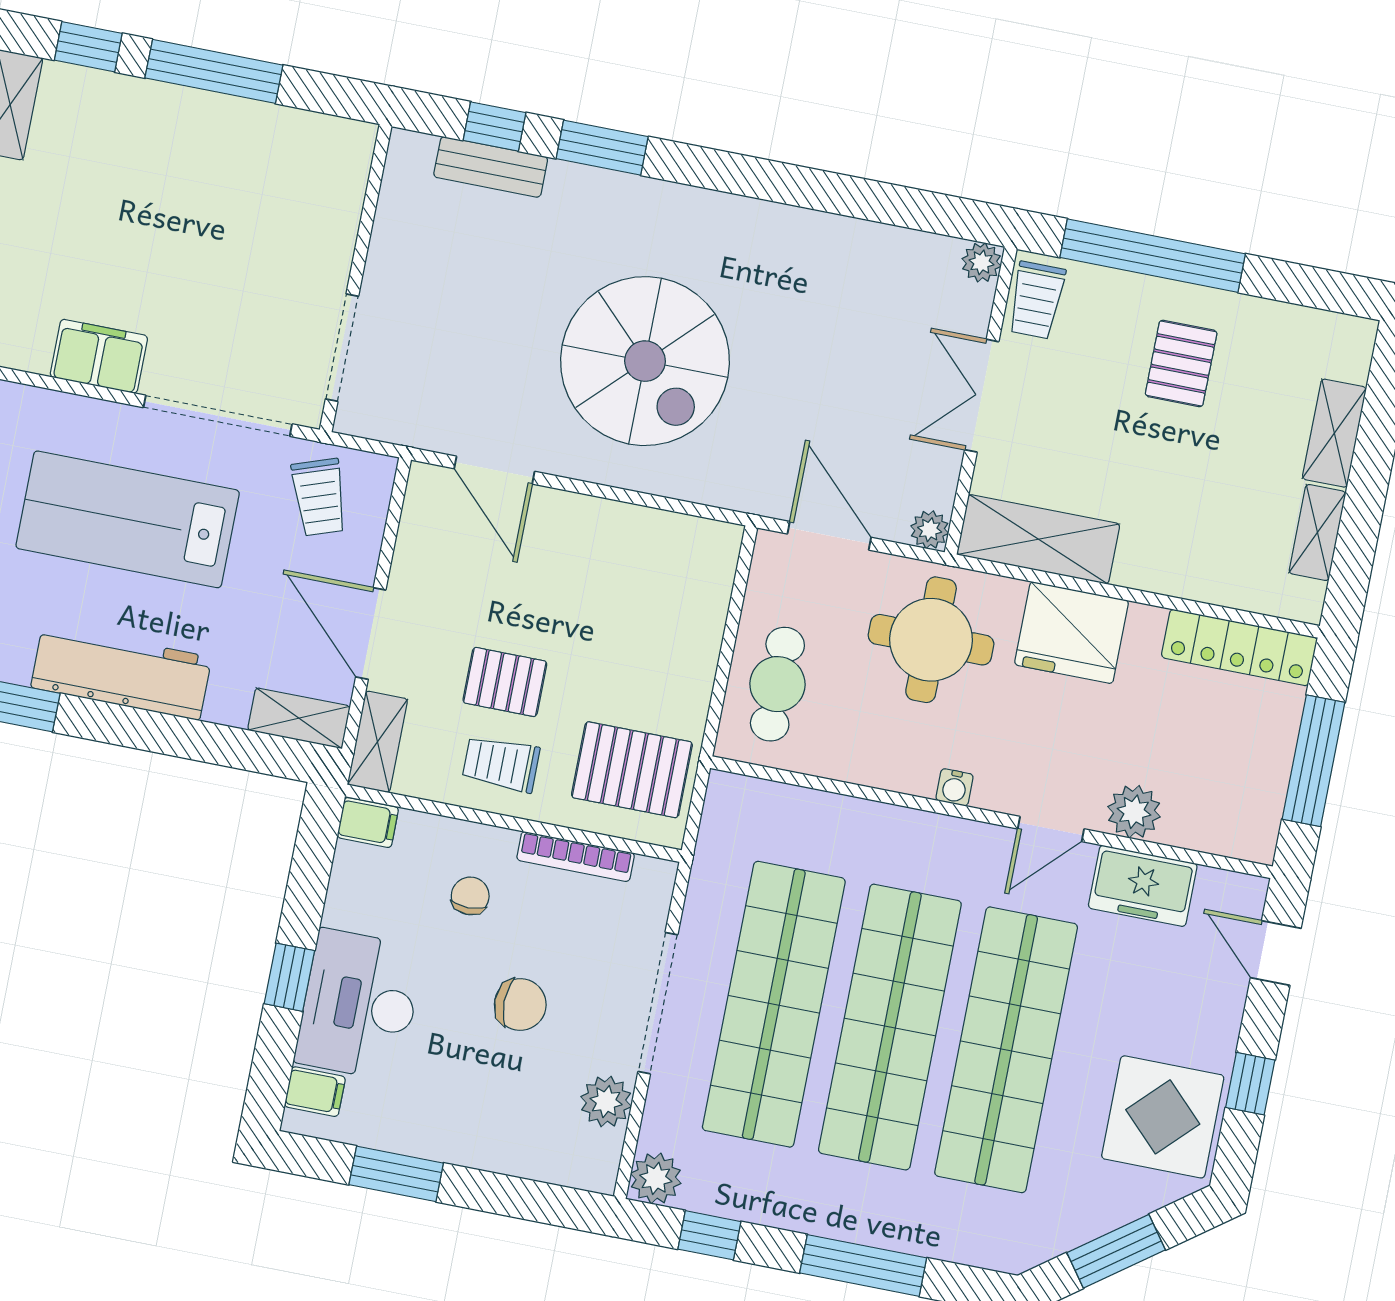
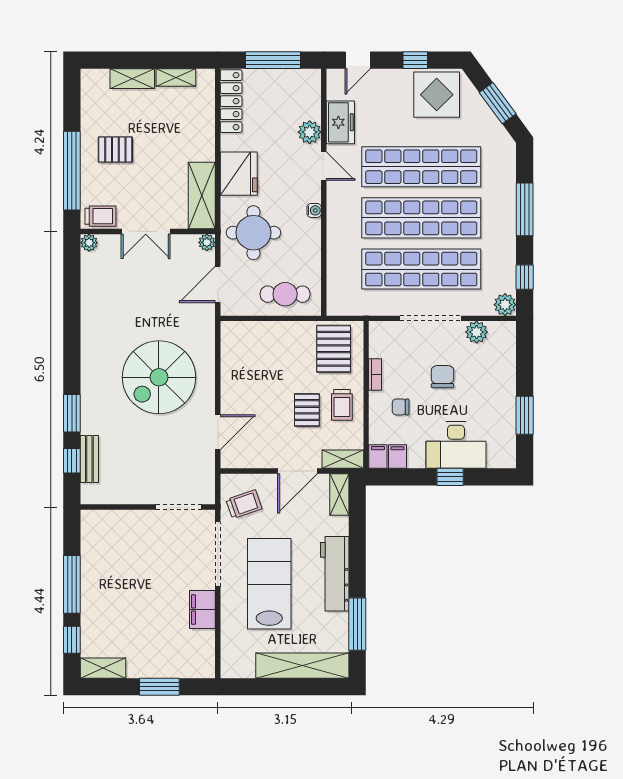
spiral stairs: (645, 361) -> (159, 377), turned 180
lab bench: (128, 519) -> (269, 584), turned 180
bookcase: (576, 857) -> (375, 374), width x0.64
filing cabinet: (315, 1092) -> (398, 457), moved

